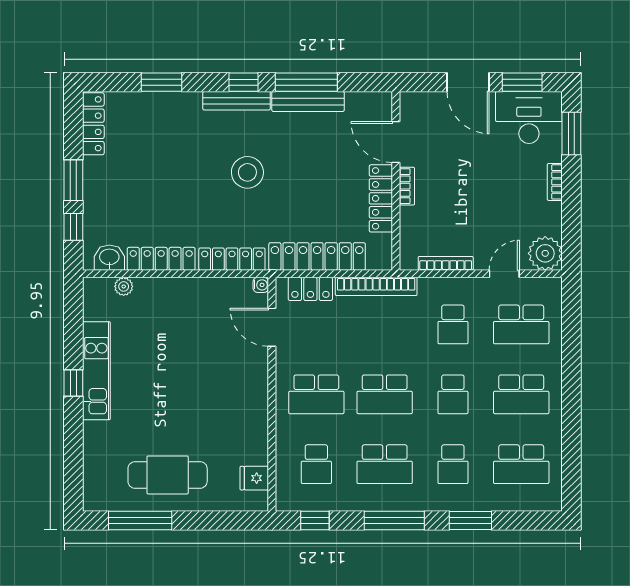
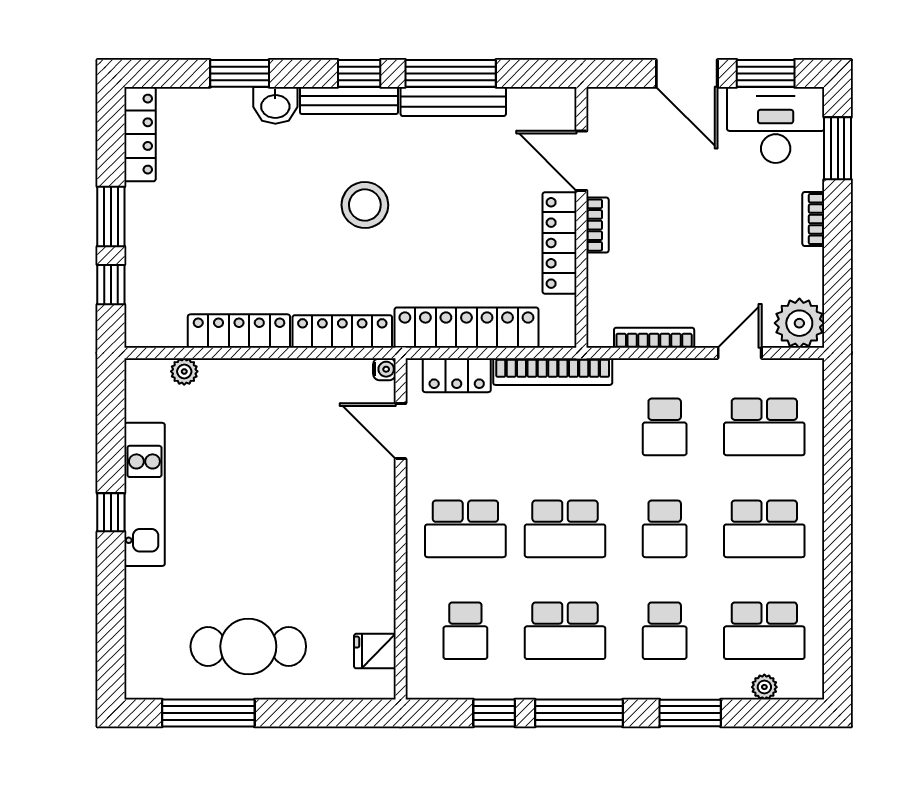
washbasin: (109, 258) -> (275, 105), moved, turned 180
plant: (521, 503) -> (764, 687), added
window: (315, 521) -> (494, 713), moved

